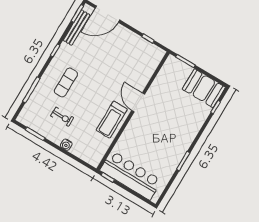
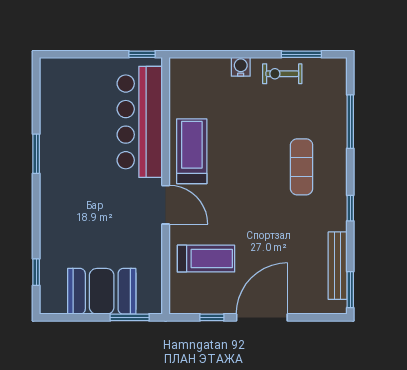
door: (107, 14) -> (262, 317), moved
treadmill: (135, 67) -> (206, 259), added
booth: (204, 88) -> (102, 291), moved
exercise bike: (62, 117) -> (282, 74), moved
bar counter: (131, 175) -> (140, 122), moved, turned 90

